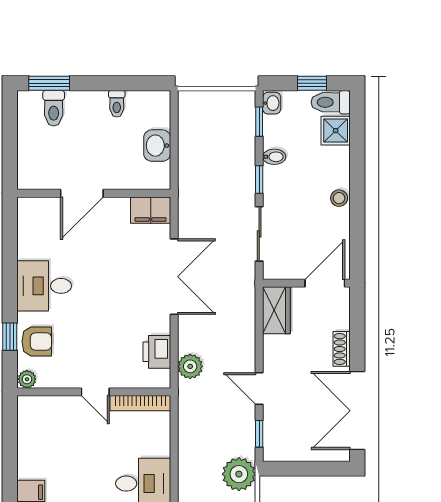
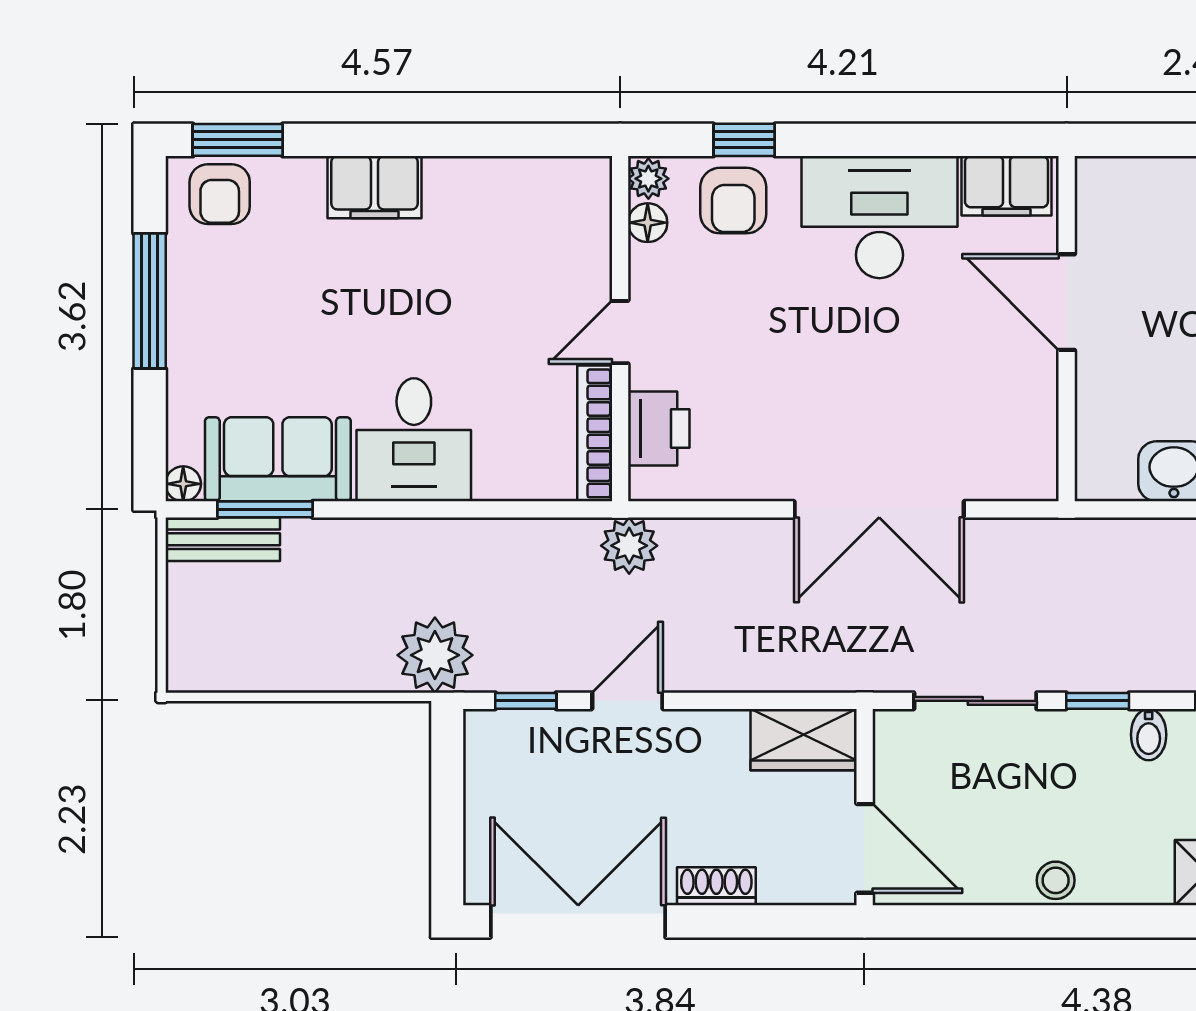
filing cabinet: (151, 210) -> (1006, 186), moved, turned -90
desk: (44, 286) -> (879, 217), width x1.37
printer: (157, 352) -> (659, 428), moved, turned 90
plant: (190, 366) -> (629, 546), moved
floor lamp: (47, 380) -> (648, 223), added

